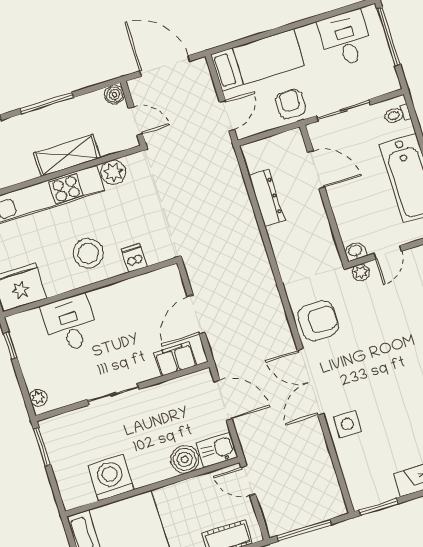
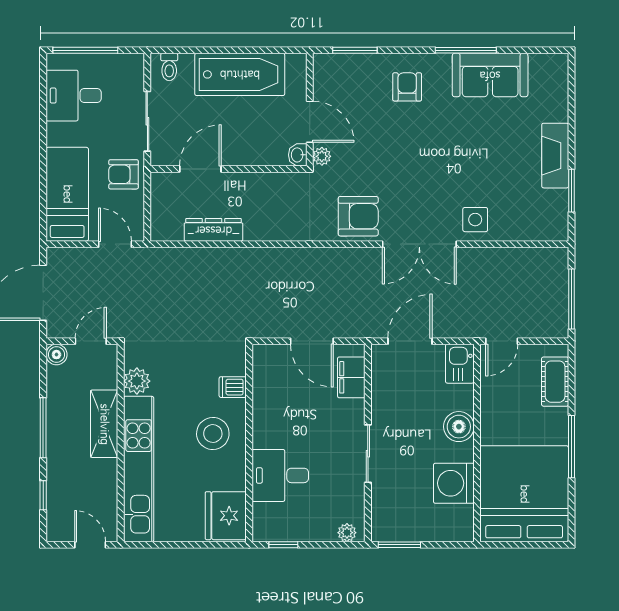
door: (388, 252) -> (310, 122), width x1.38
armchair: (318, 321) -> (358, 216), turned 90
boiler: (185, 459) -> (459, 427), moved
window: (378, 507) -> (571, 191), moved

